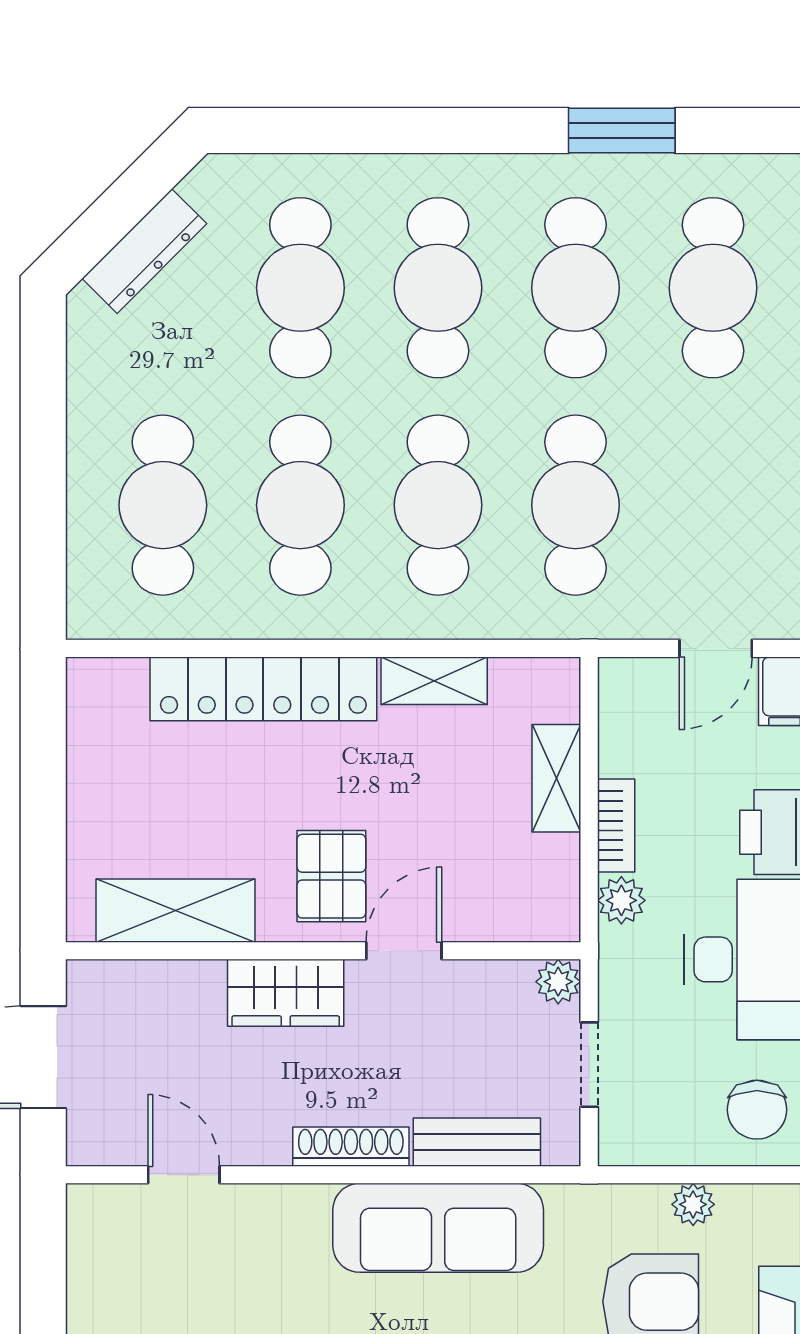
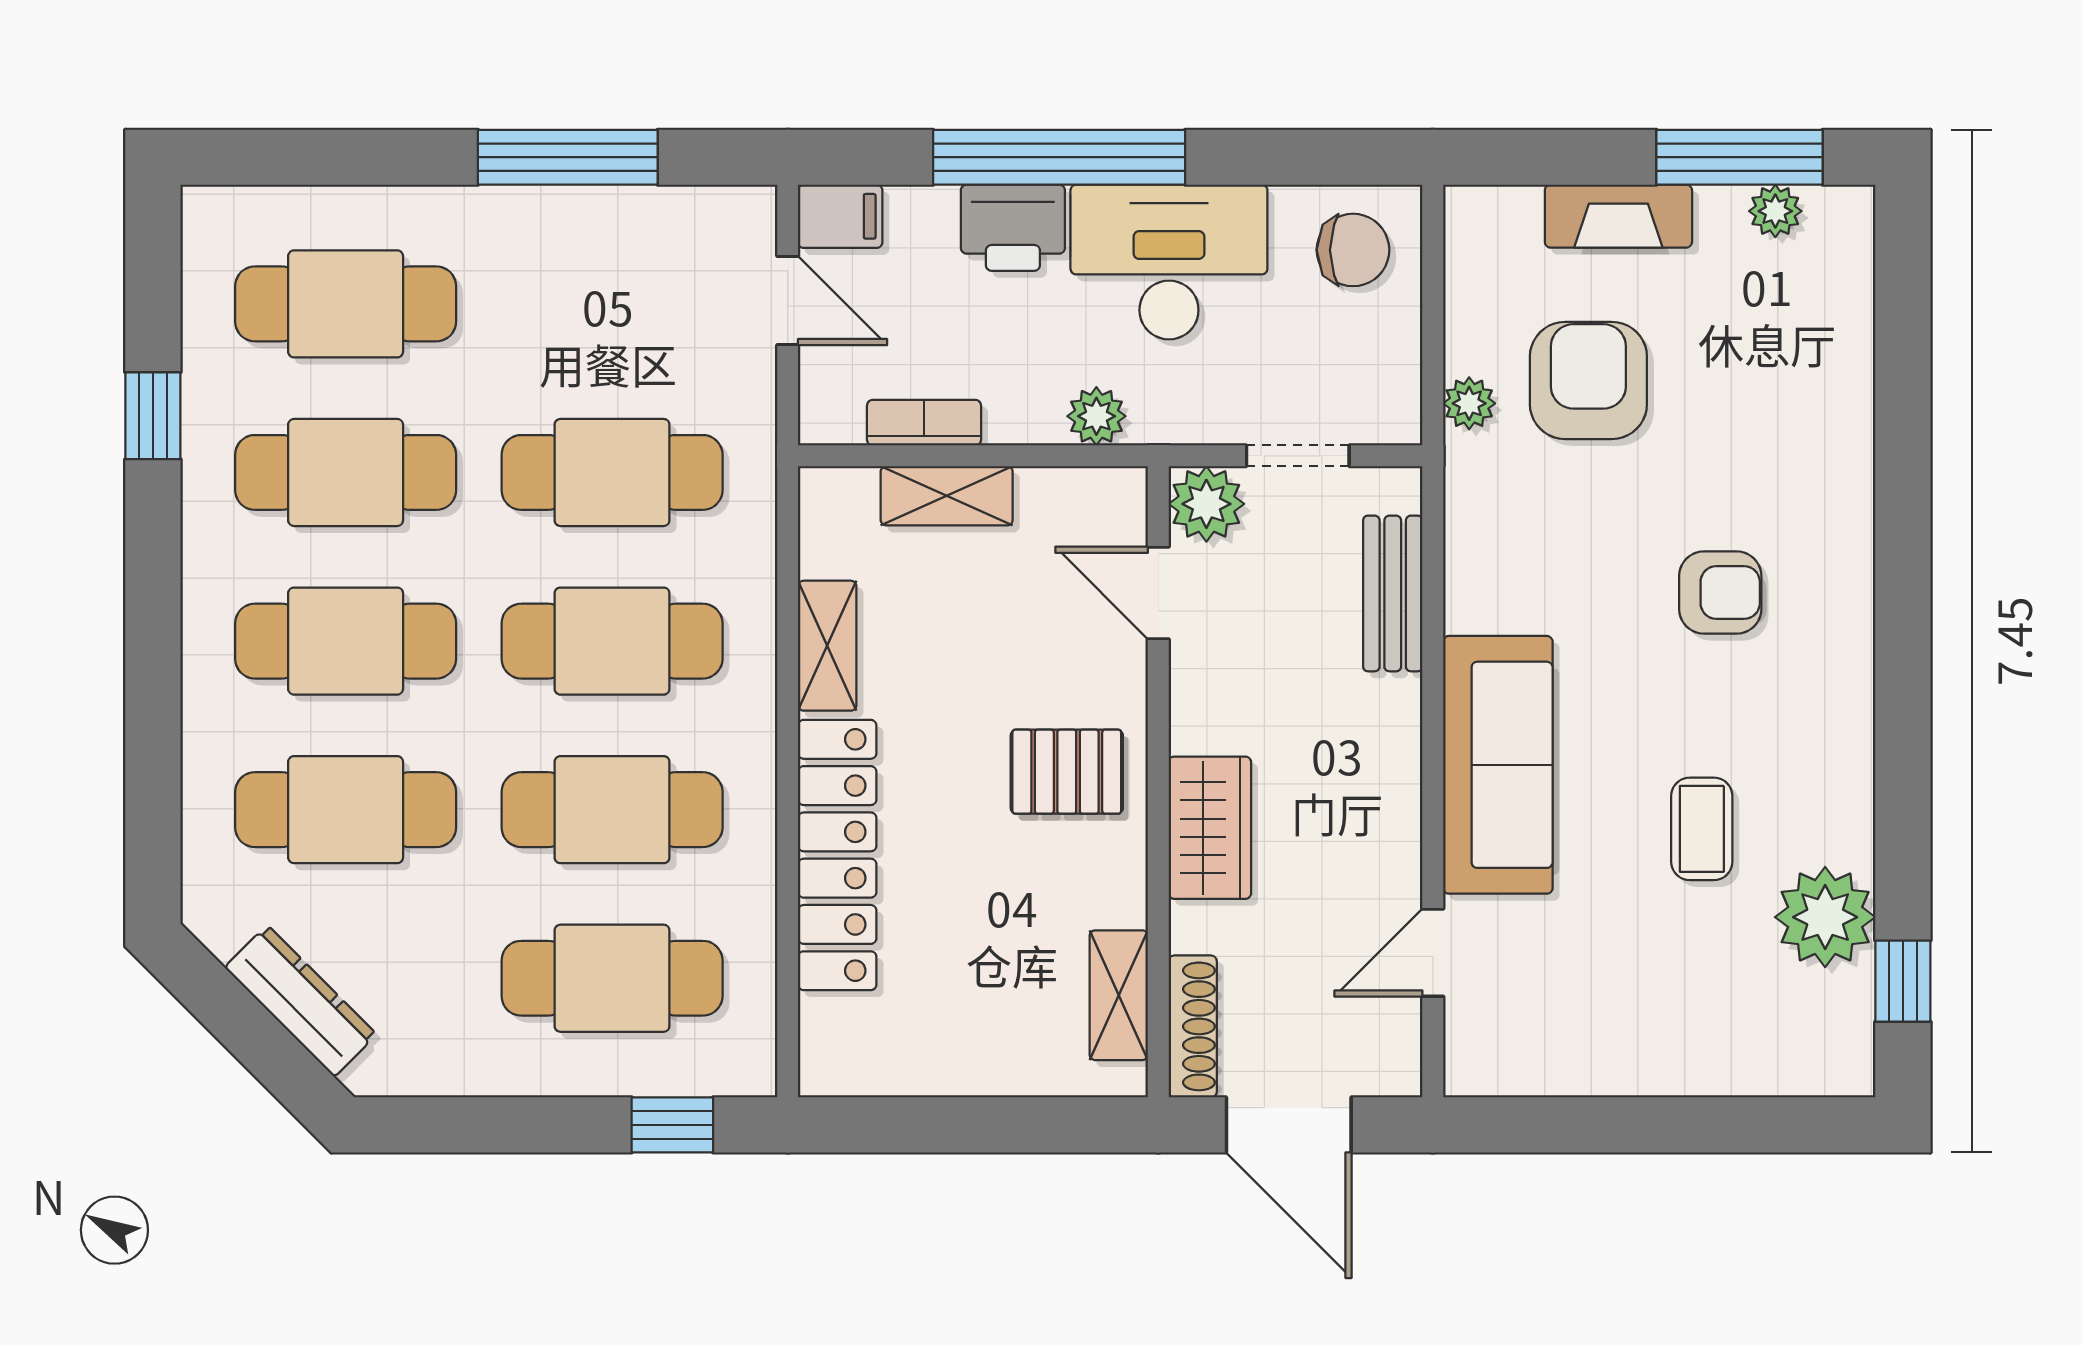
window: (622, 130) -> (153, 416), width x0.67
window: (43, 554) -> (672, 1125), added
bookcase: (616, 825) -> (924, 423), moved
shelving: (175, 911) -> (1119, 995), width x0.67, depth x0.75
door: (404, 951) -> (1158, 593), moved
plant: (558, 982) -> (1206, 504), width x1.38, depth x1.38
shoe rack: (351, 1147) -> (1193, 1026), moved, turned 180
plant: (693, 1204) -> (1469, 403), moved
sofa: (438, 1228) -> (1498, 765), moved

